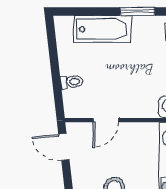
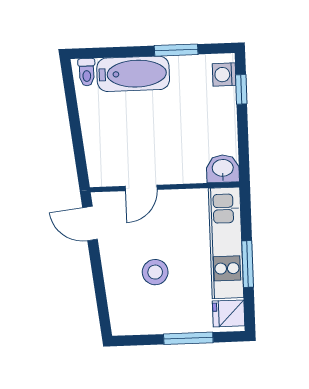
toilet: (72, 82) -> (87, 72), moved, turned 96

